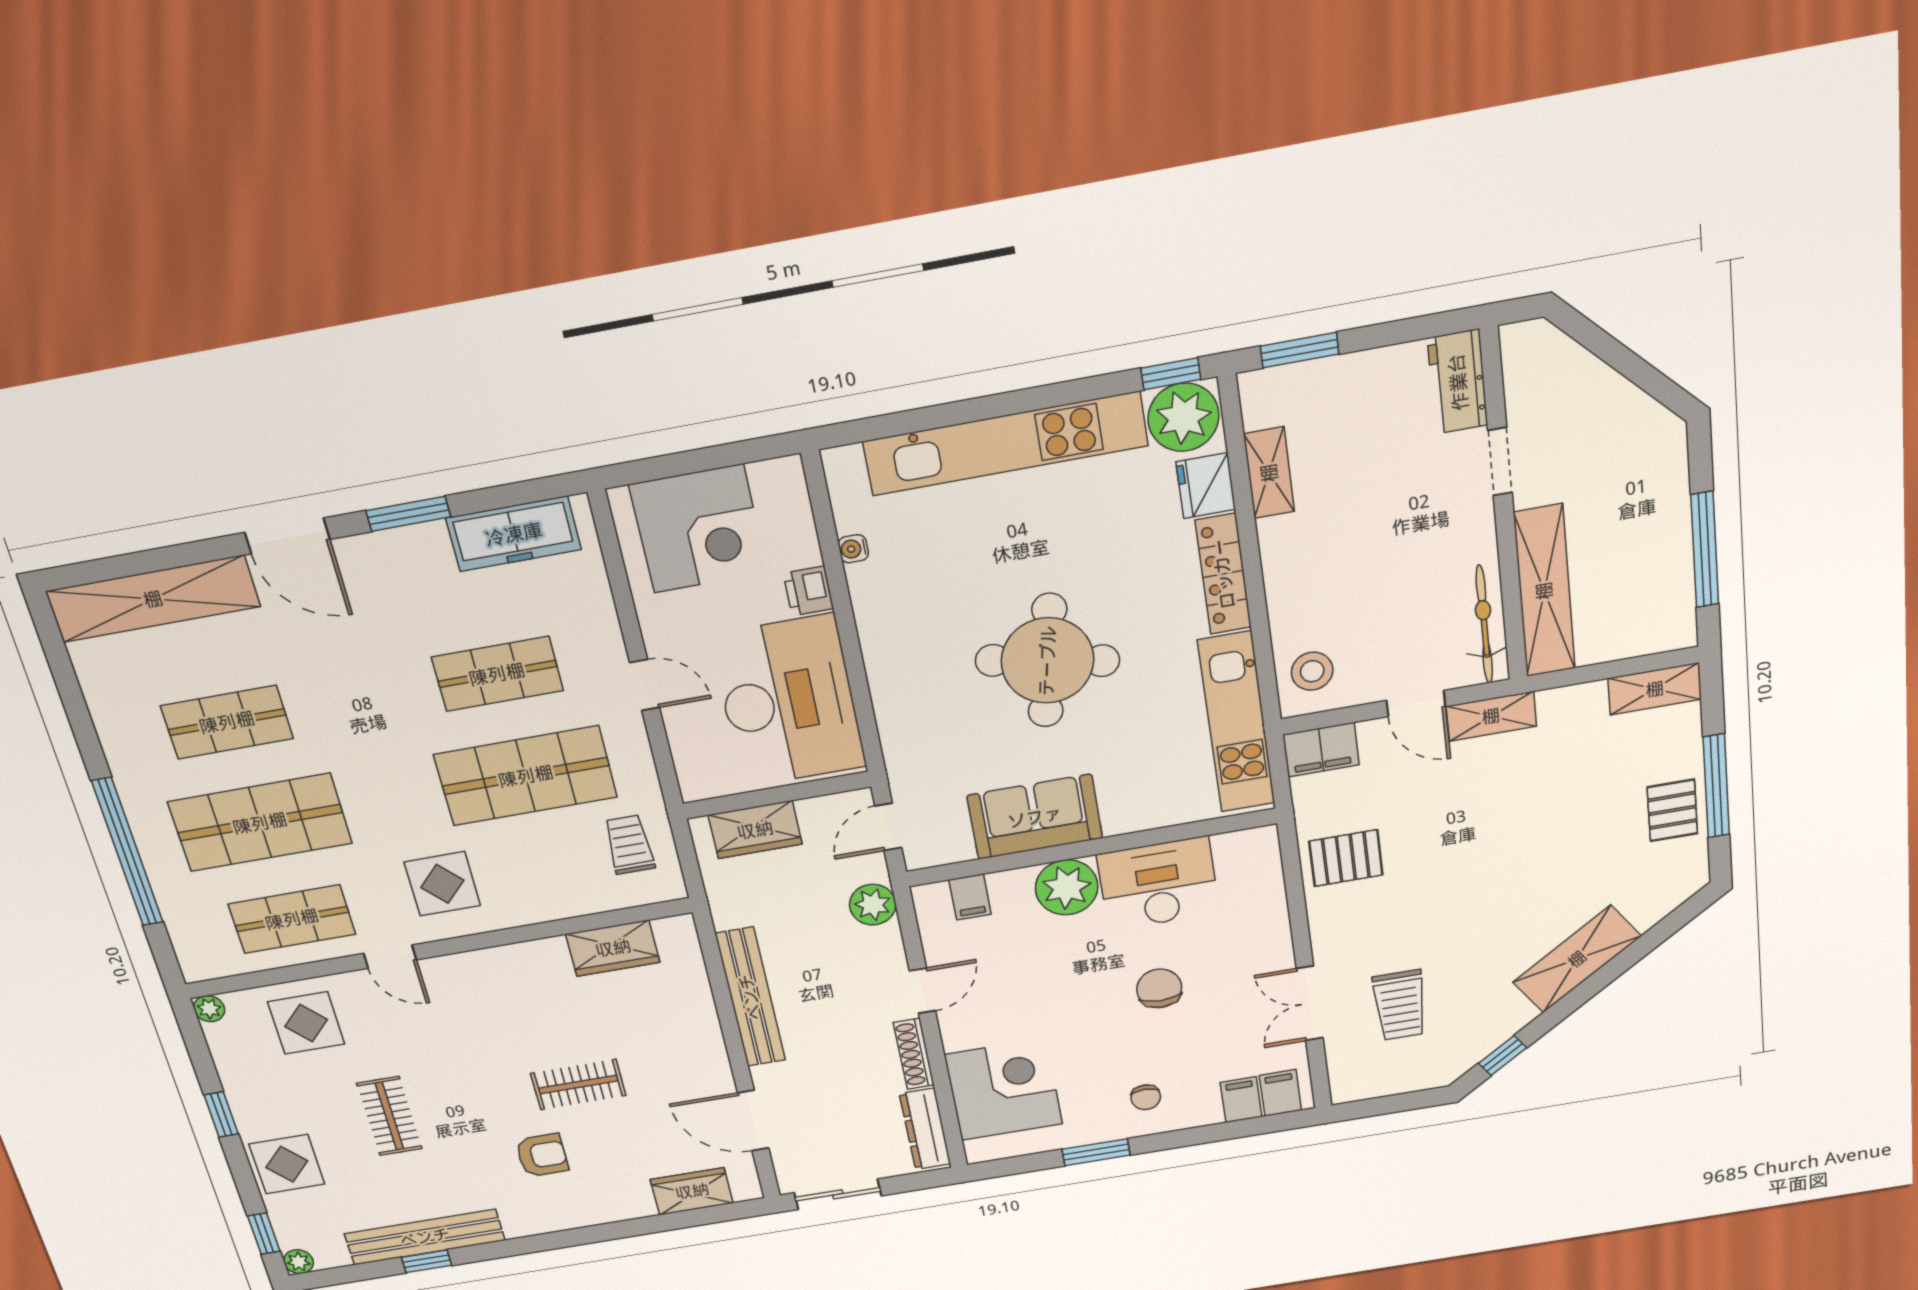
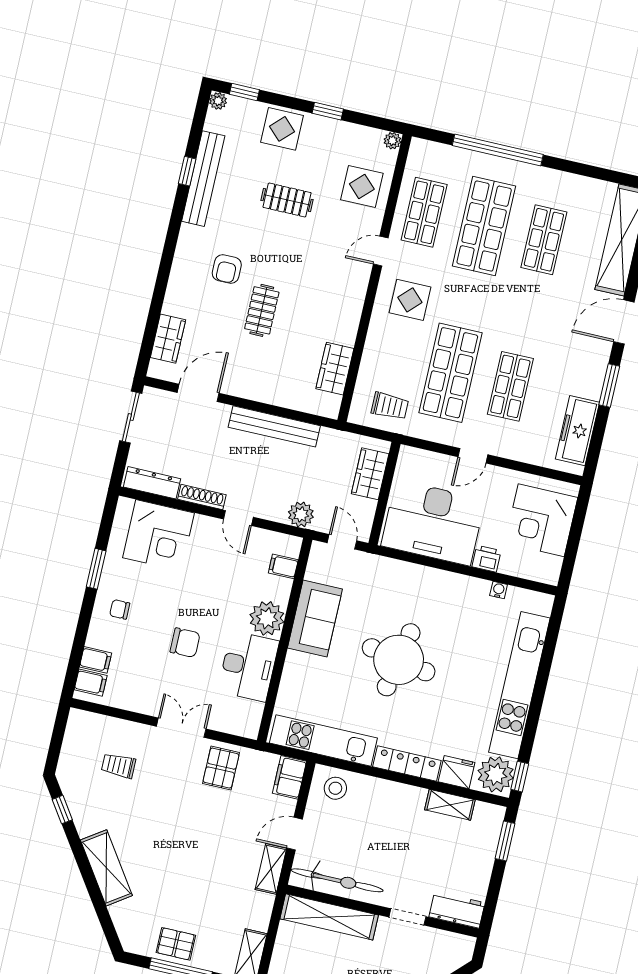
bicycle: (1484, 624) -> (337, 880), width x1.37, depth x1.40
double door: (1310, 1003) -> (181, 728), moved
trolley: (1400, 1005) -> (119, 766), width x0.73, depth x0.72

